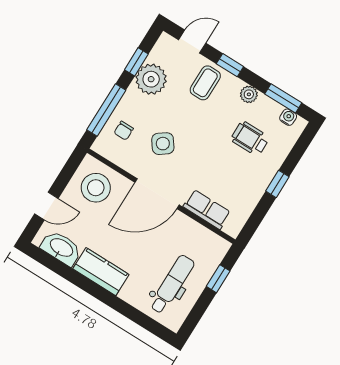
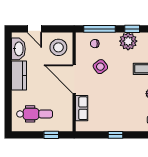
wheelchair: (250, 139) -> (129, 108), removed

